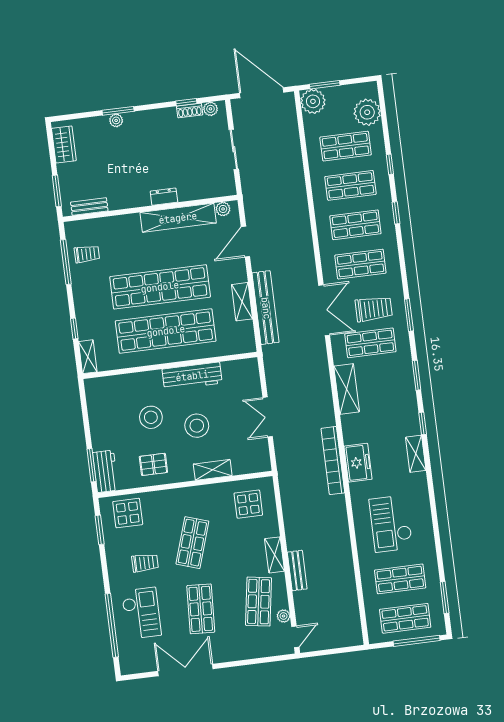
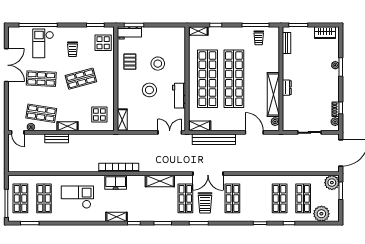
shop shelf: (355, 225) -> (256, 198), removed
shelving: (242, 302) -> (200, 126), moved
workbench: (192, 376) -> (179, 96), width x0.73
double door: (268, 417) -> (170, 132), moved
shelving: (213, 470) -> (122, 120), moved
shop shelf: (192, 543) -> (81, 79), turned -33
checkout: (141, 613) -> (43, 43), turned 90

